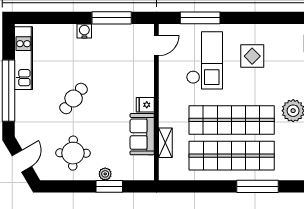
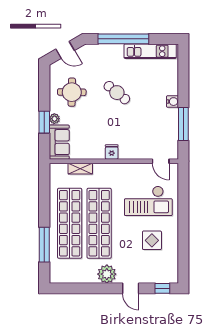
window: (200, 18) -> (183, 197), removed
sofa: (142, 134) -> (59, 142), moved, turned 90

